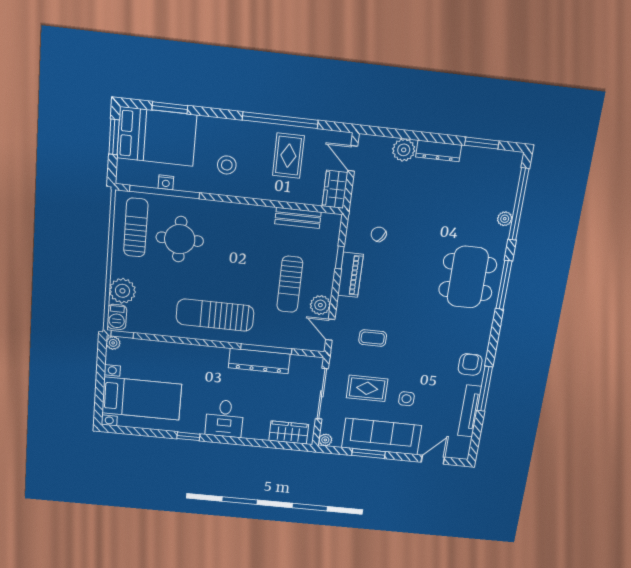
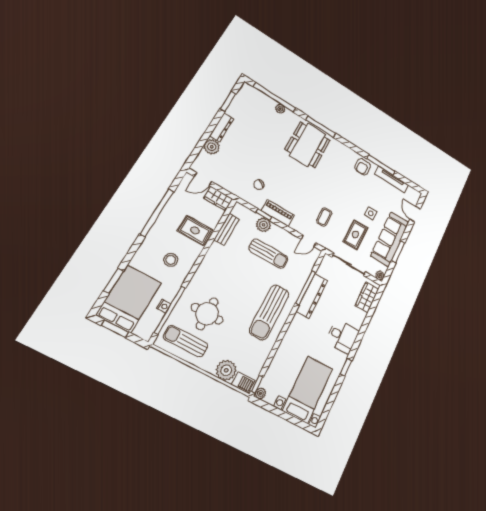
rug: (288, 156) -> (195, 230), moved
dining table: (468, 277) -> (308, 145), turned 90
plant: (320, 305) -> (263, 225), moved
armchair: (470, 365) -> (363, 167), turned -90

